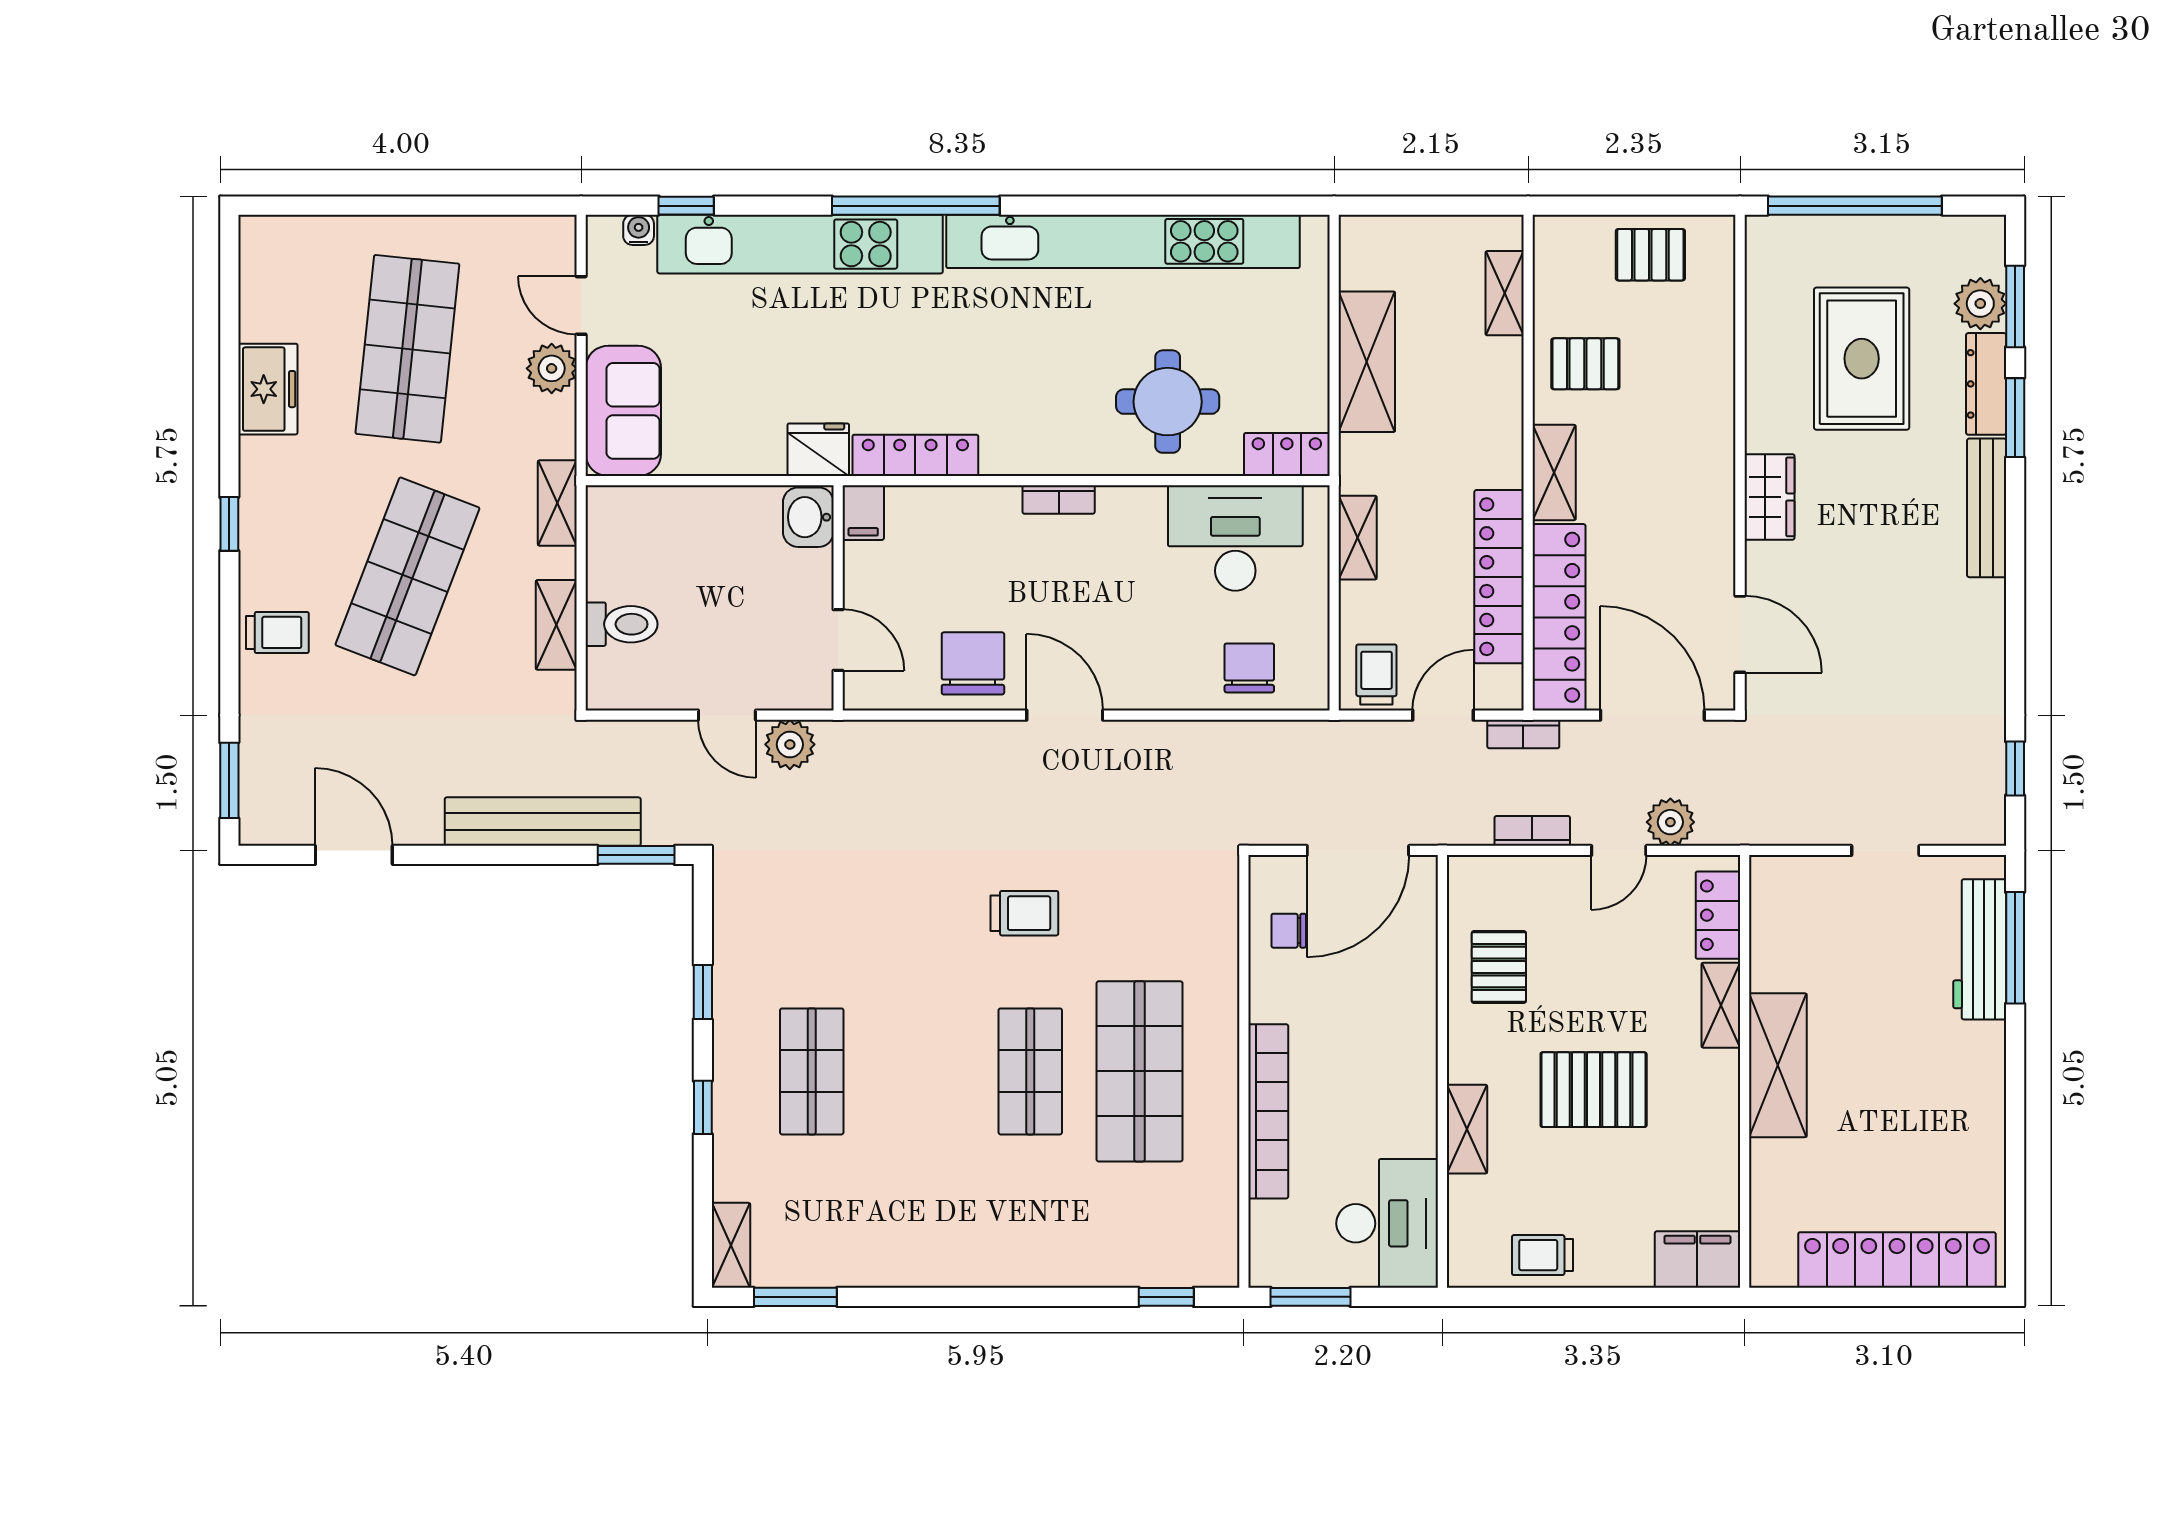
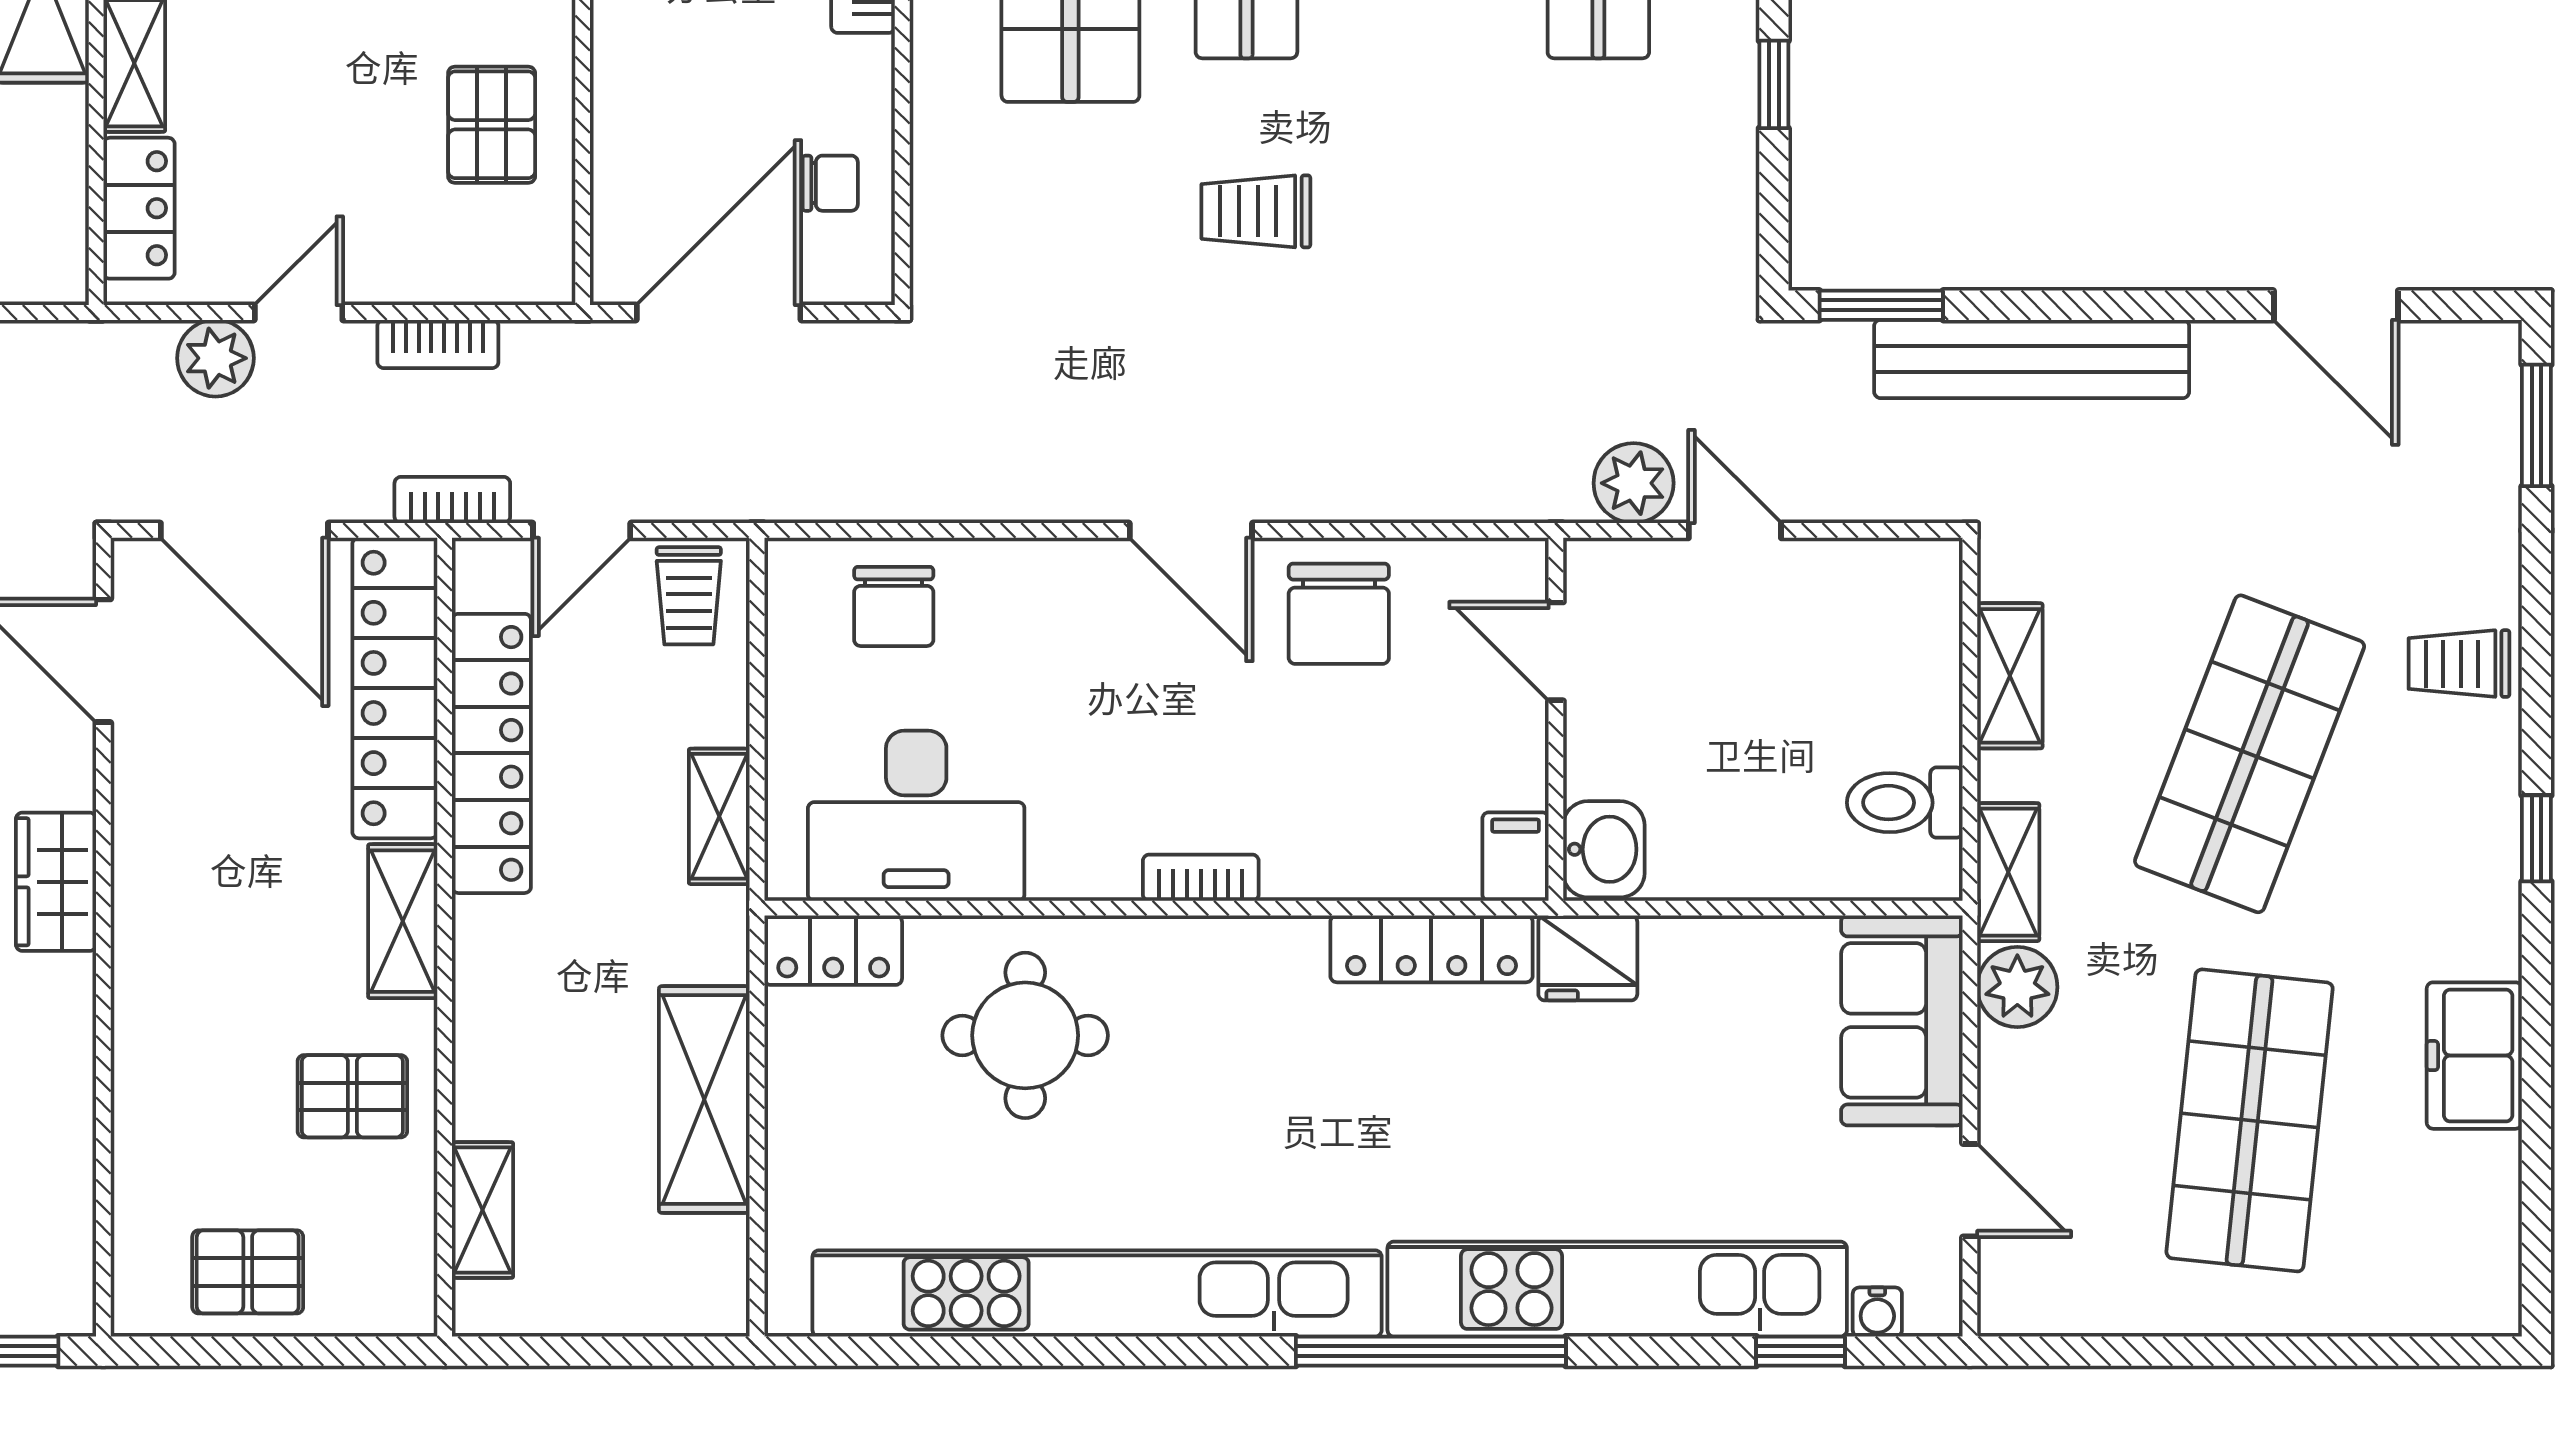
plant: (552, 368) -> (2017, 987), moved
toilet: (621, 624) -> (1905, 803), moved

